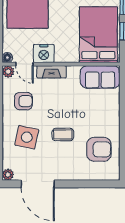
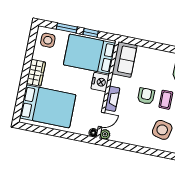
nightstand: (44, 54) -> (100, 82), moved
armchair: (23, 101) -> (146, 96), moved

